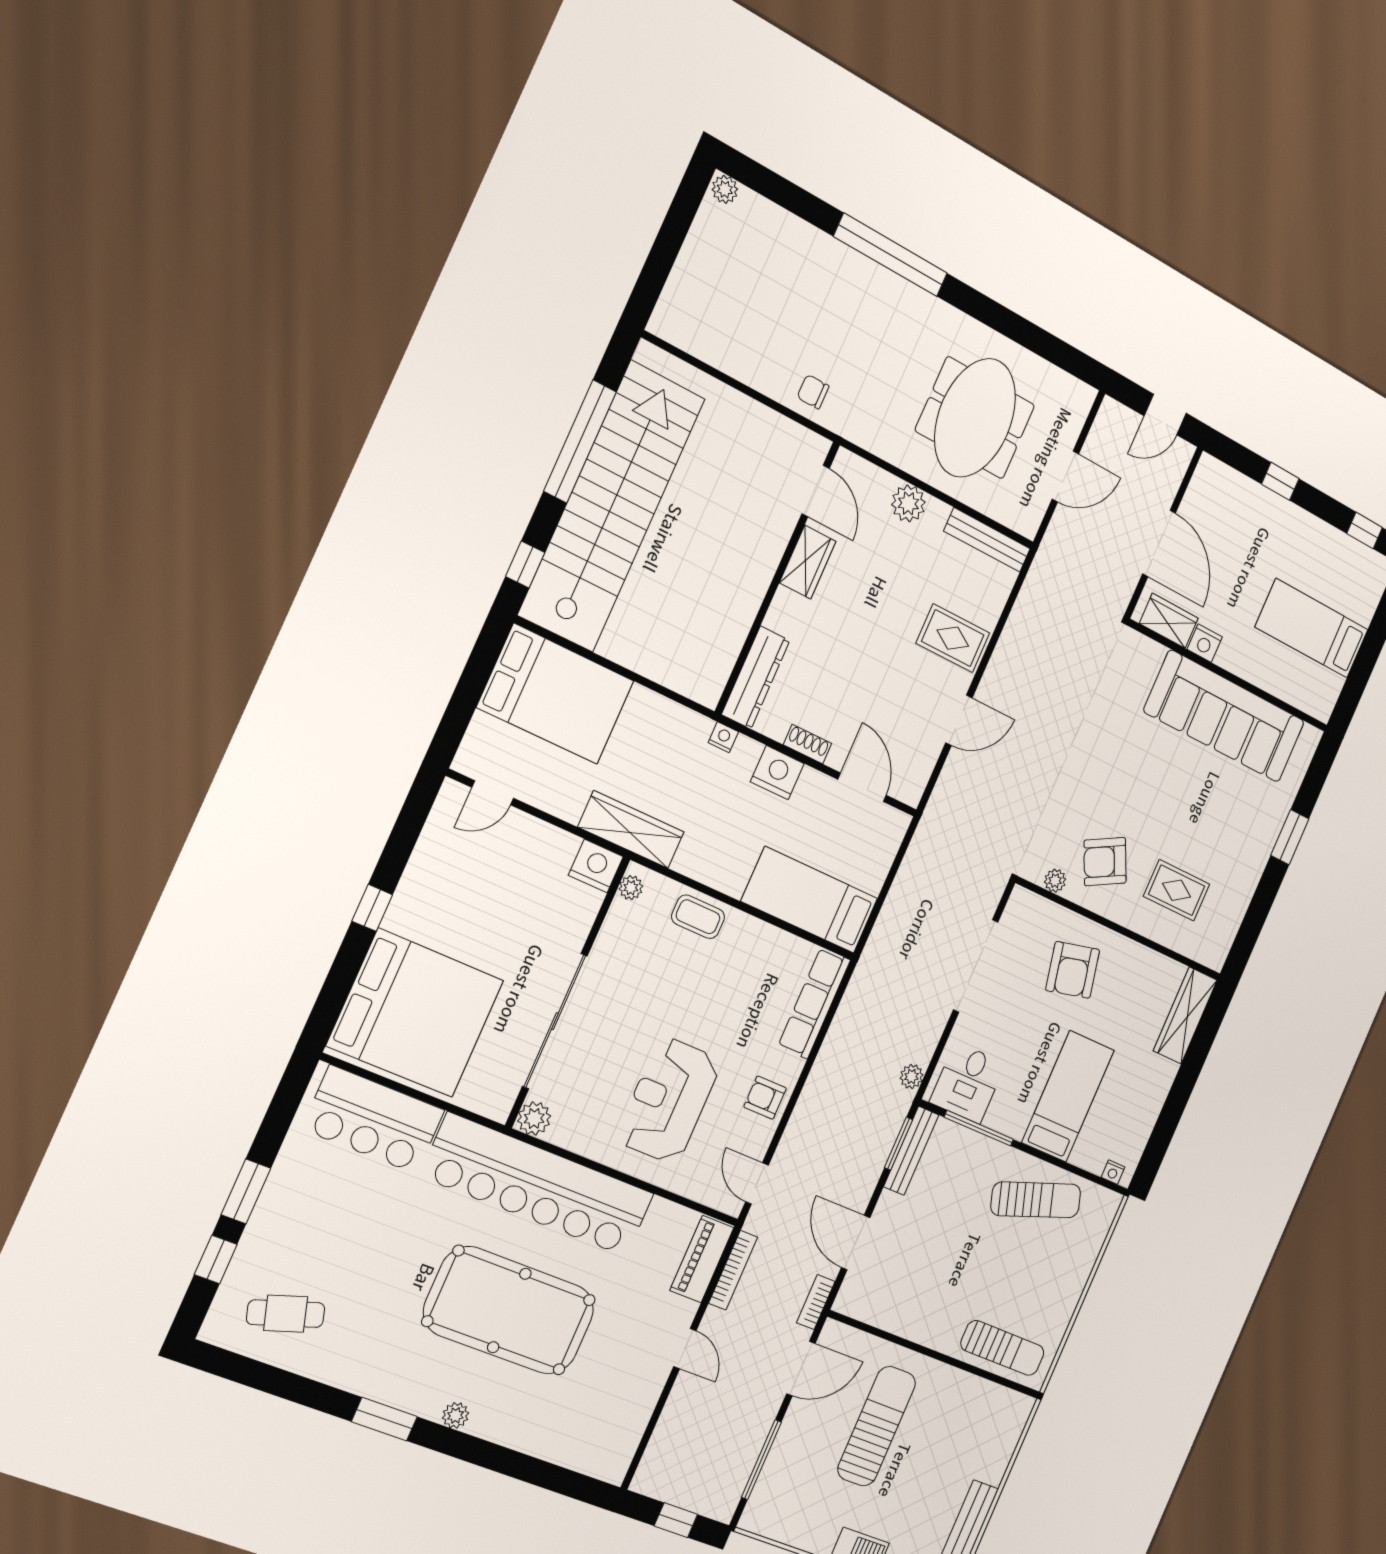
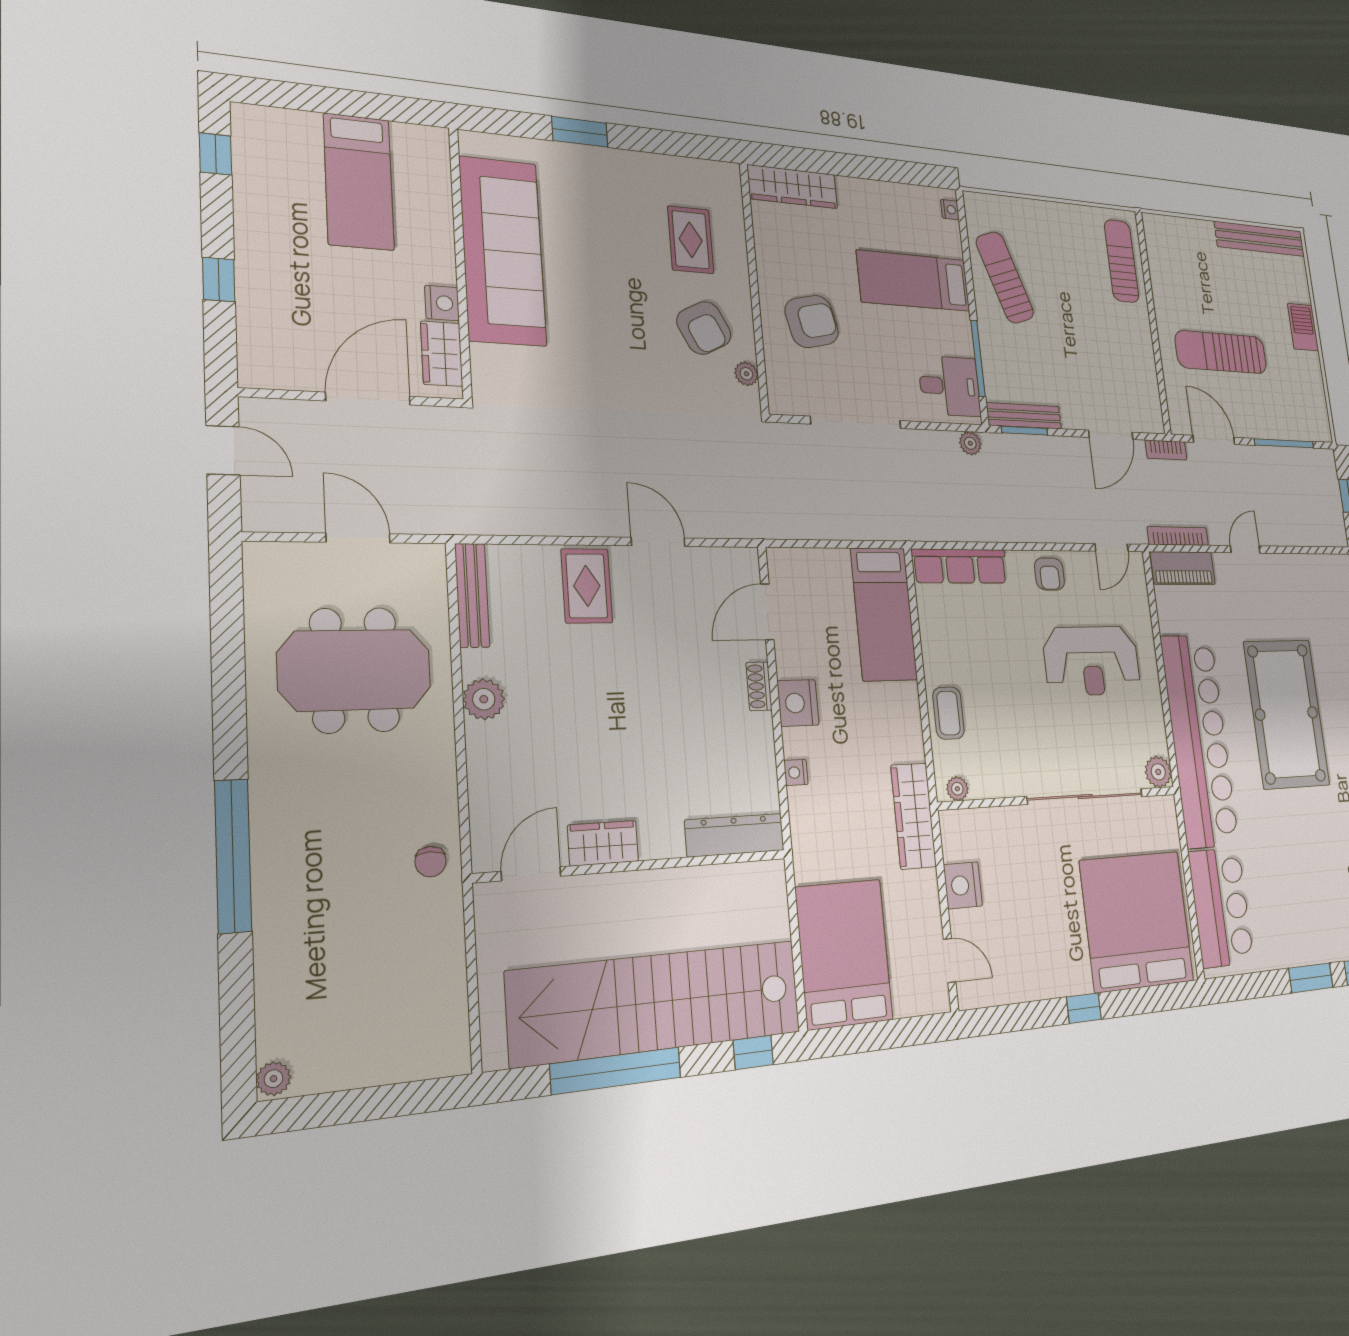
door: (816, 491) -> (531, 874), moved
wardrobe: (808, 562) -> (603, 843), moved
wall: (777, 578) -> (635, 866), moved
dresser: (756, 678) -> (735, 835), moved
nightstand: (596, 866) -> (963, 885), moved

